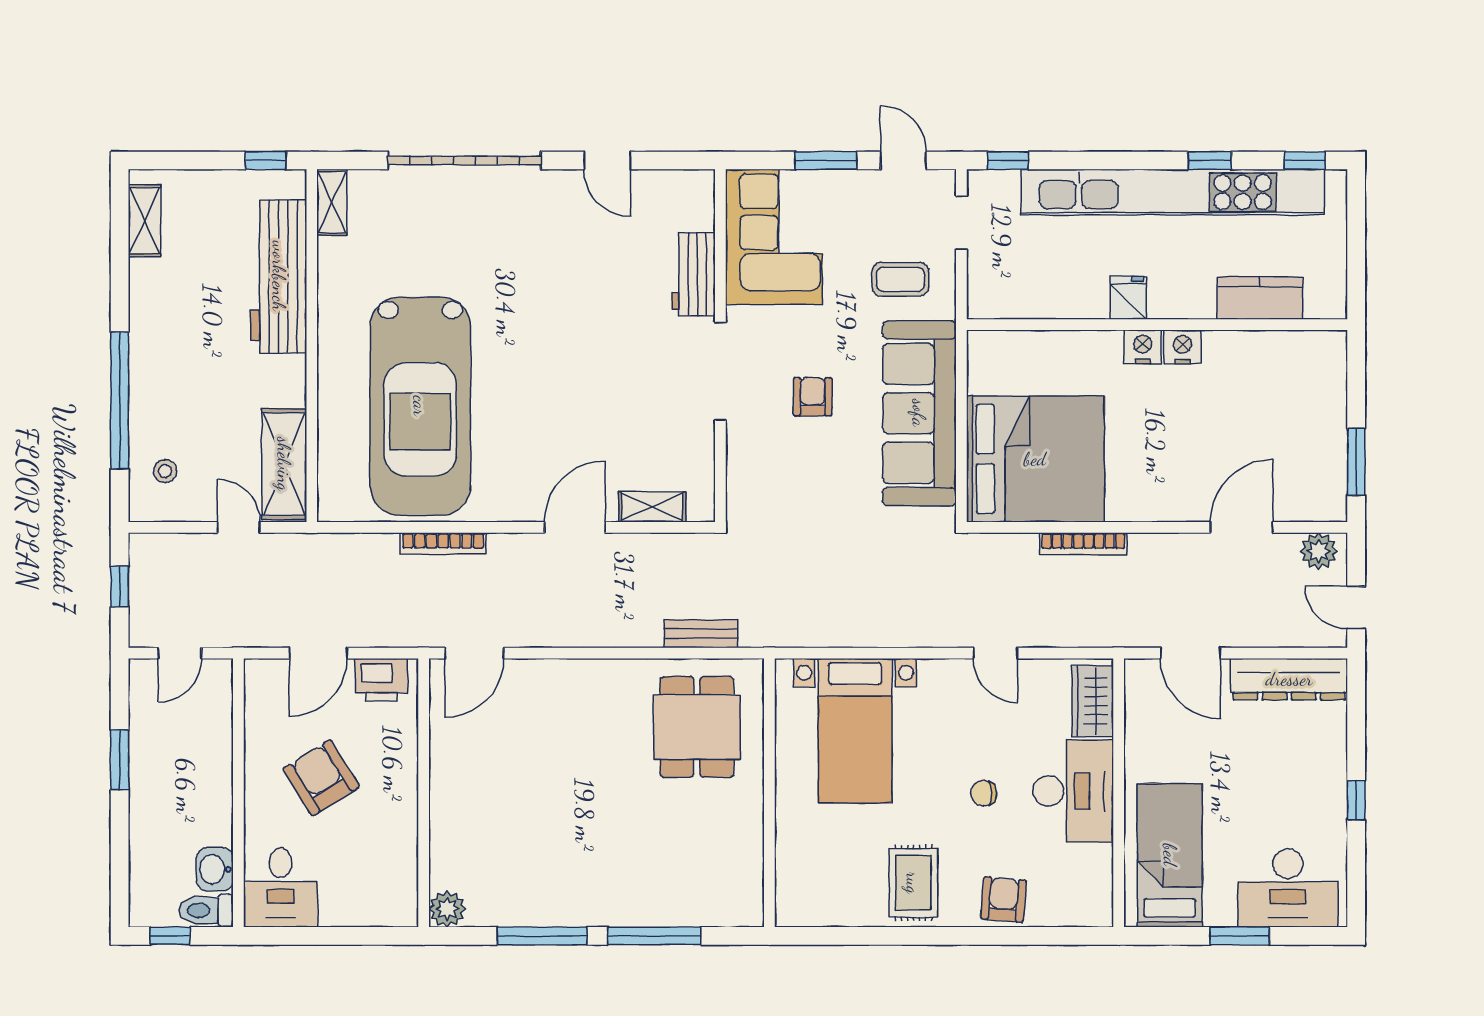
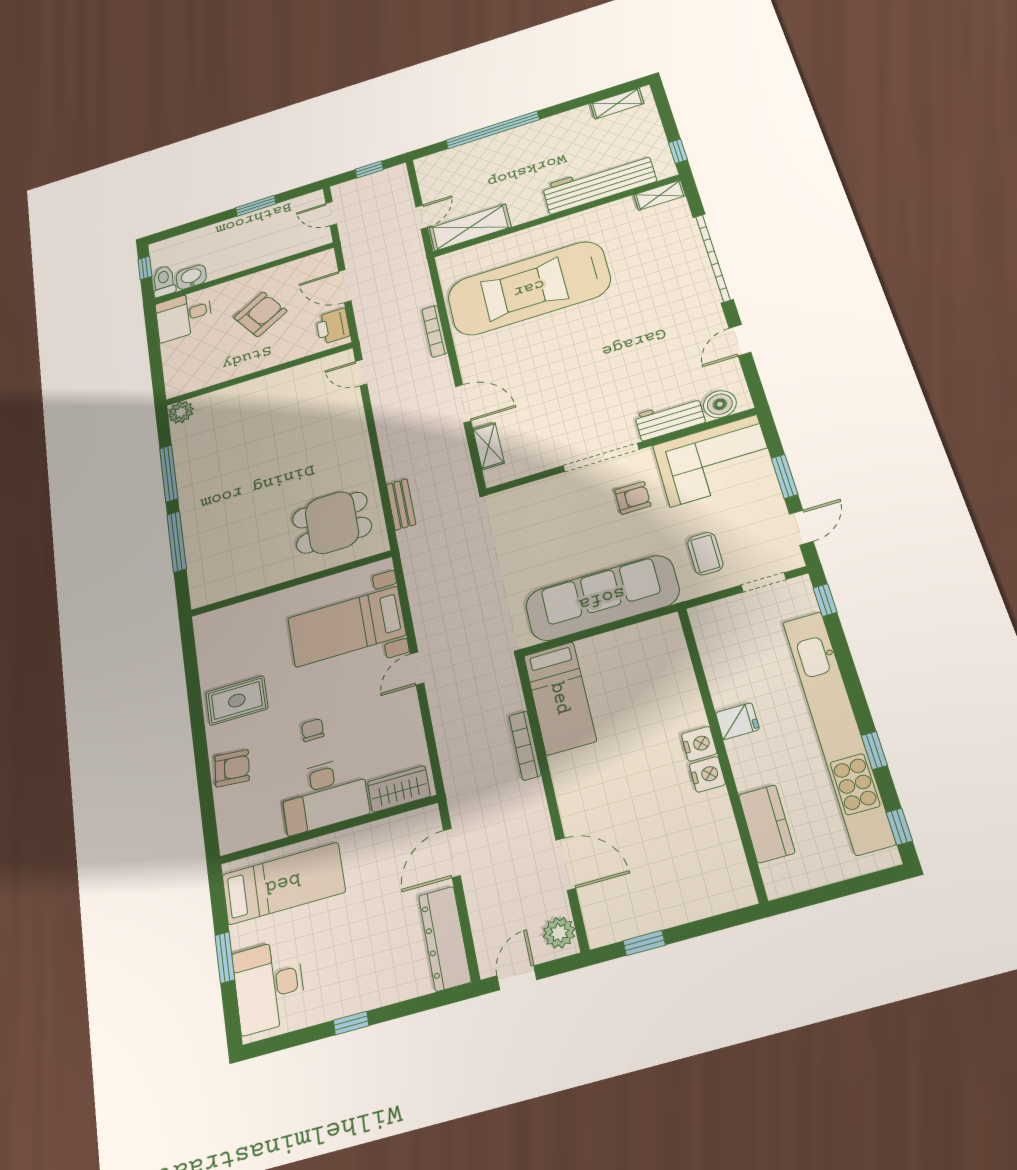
boiler: (695, 209) -> (720, 404), added
armchair: (813, 397) -> (633, 498), moved
bed: (1035, 459) -> (560, 698), width x0.49
window: (1356, 462) -> (644, 943), width x0.67
stool: (165, 471) -> (451, 168), removed
door: (474, 653) -> (361, 373), width x0.73
door: (995, 653) -> (417, 669), moved

